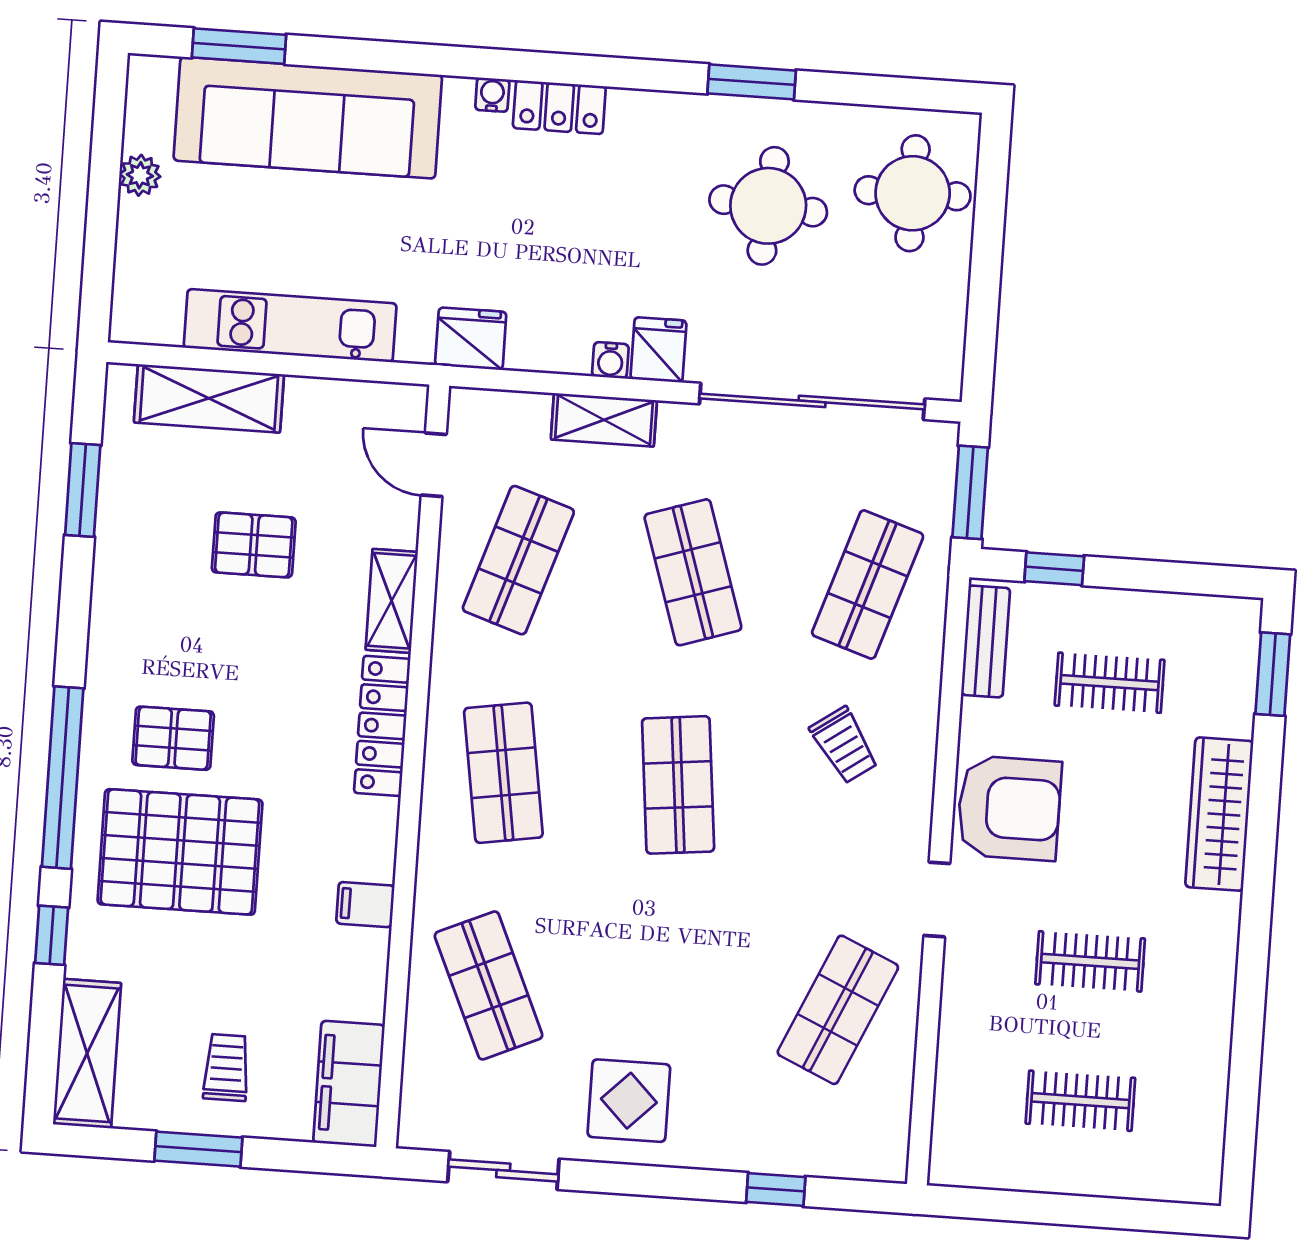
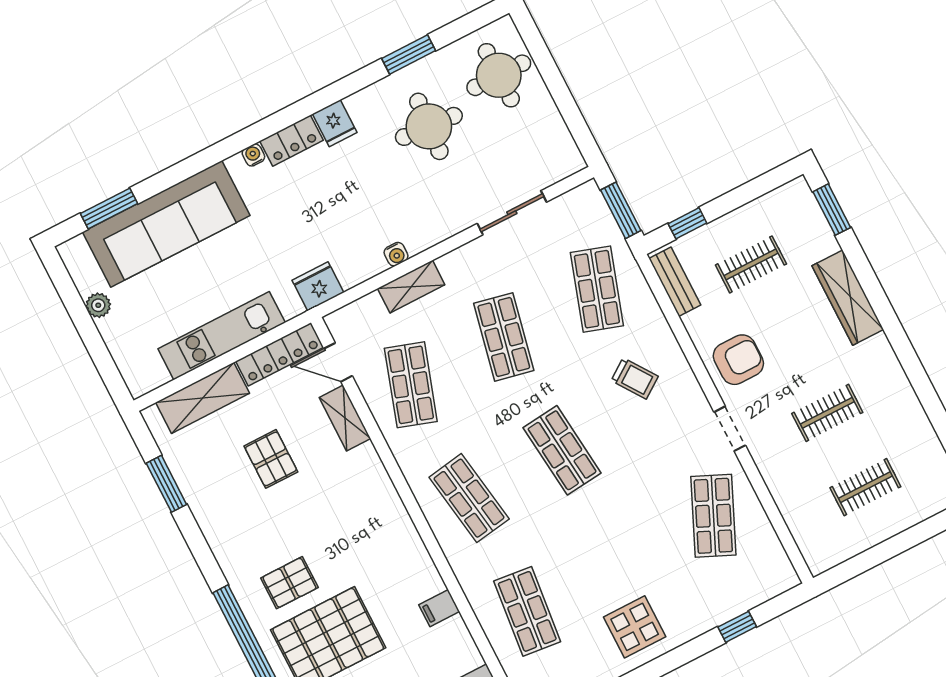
window: (752, 82) -> (409, 55), moved
fridge: (658, 350) -> (335, 123), moved, turned 180
sliding door: (812, 401) -> (512, 213), width x0.54
pallet: (254, 545) -> (271, 459), turned 90
shop shelf: (693, 572) -> (504, 337), turned 30
shelving: (392, 601) -> (345, 418), moved
locker: (382, 726) -> (280, 354), moved, turned -90
armchair: (1009, 808) -> (738, 360), width x0.73, depth x0.73
shop shelf: (489, 985) -> (527, 611), turned 30

